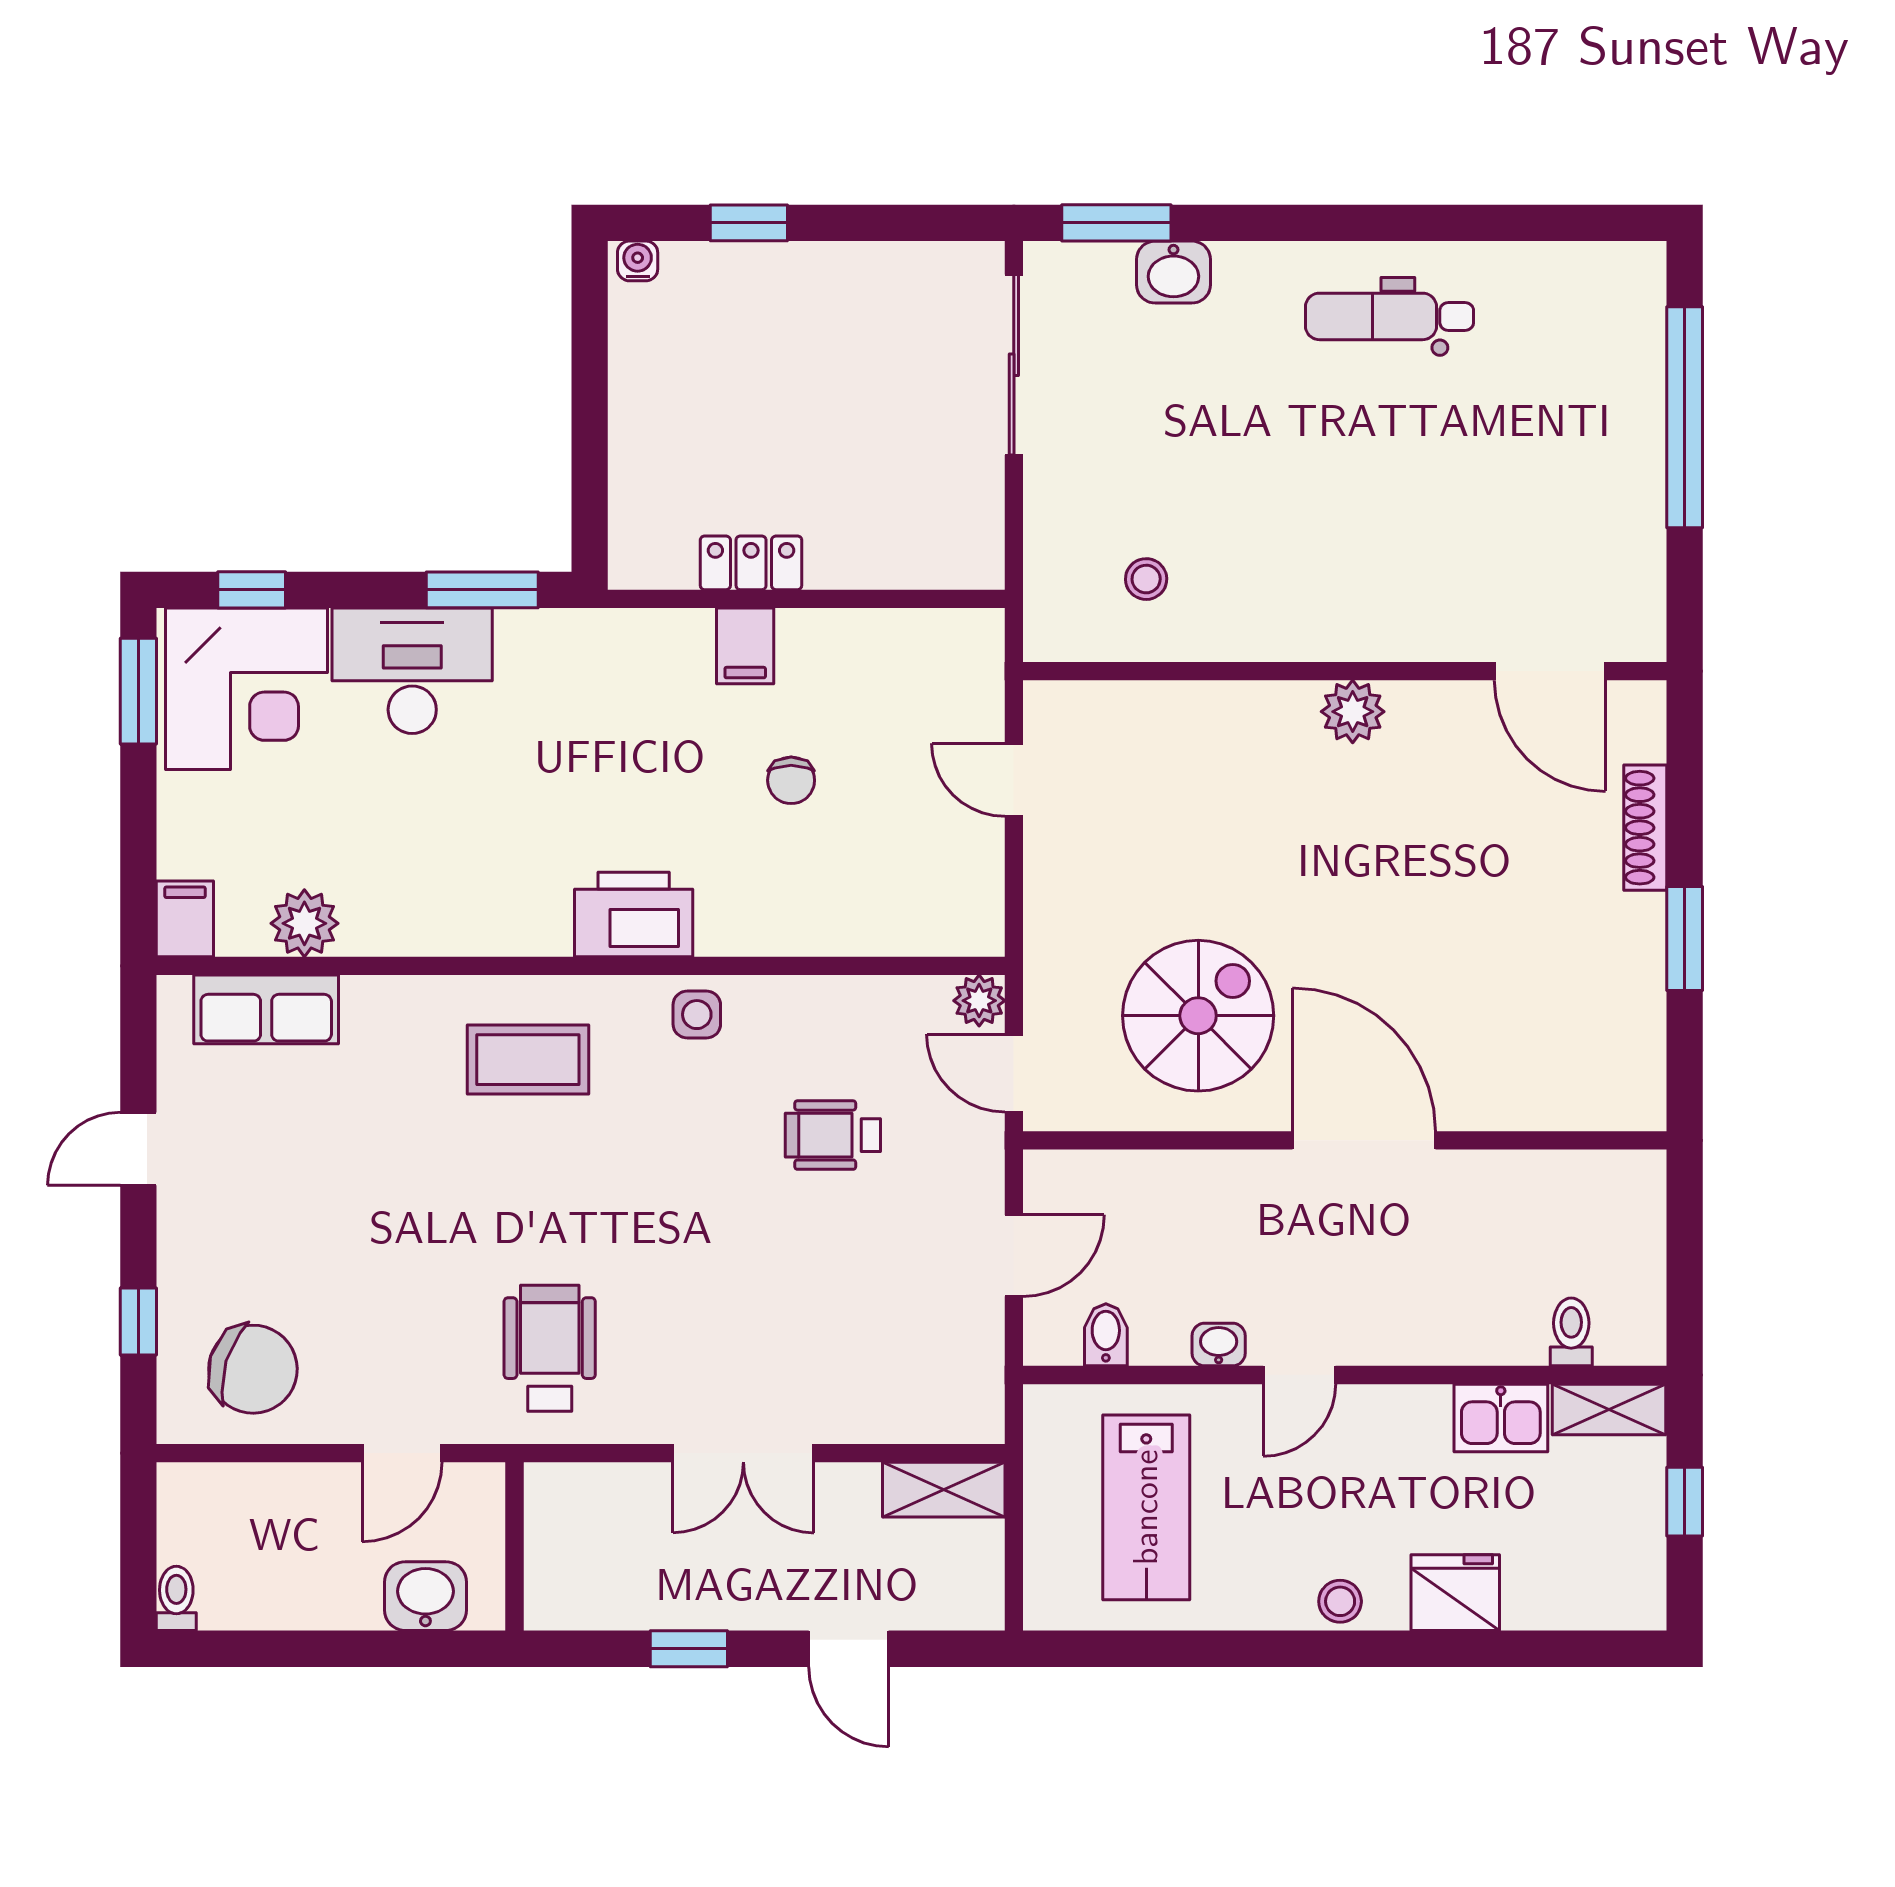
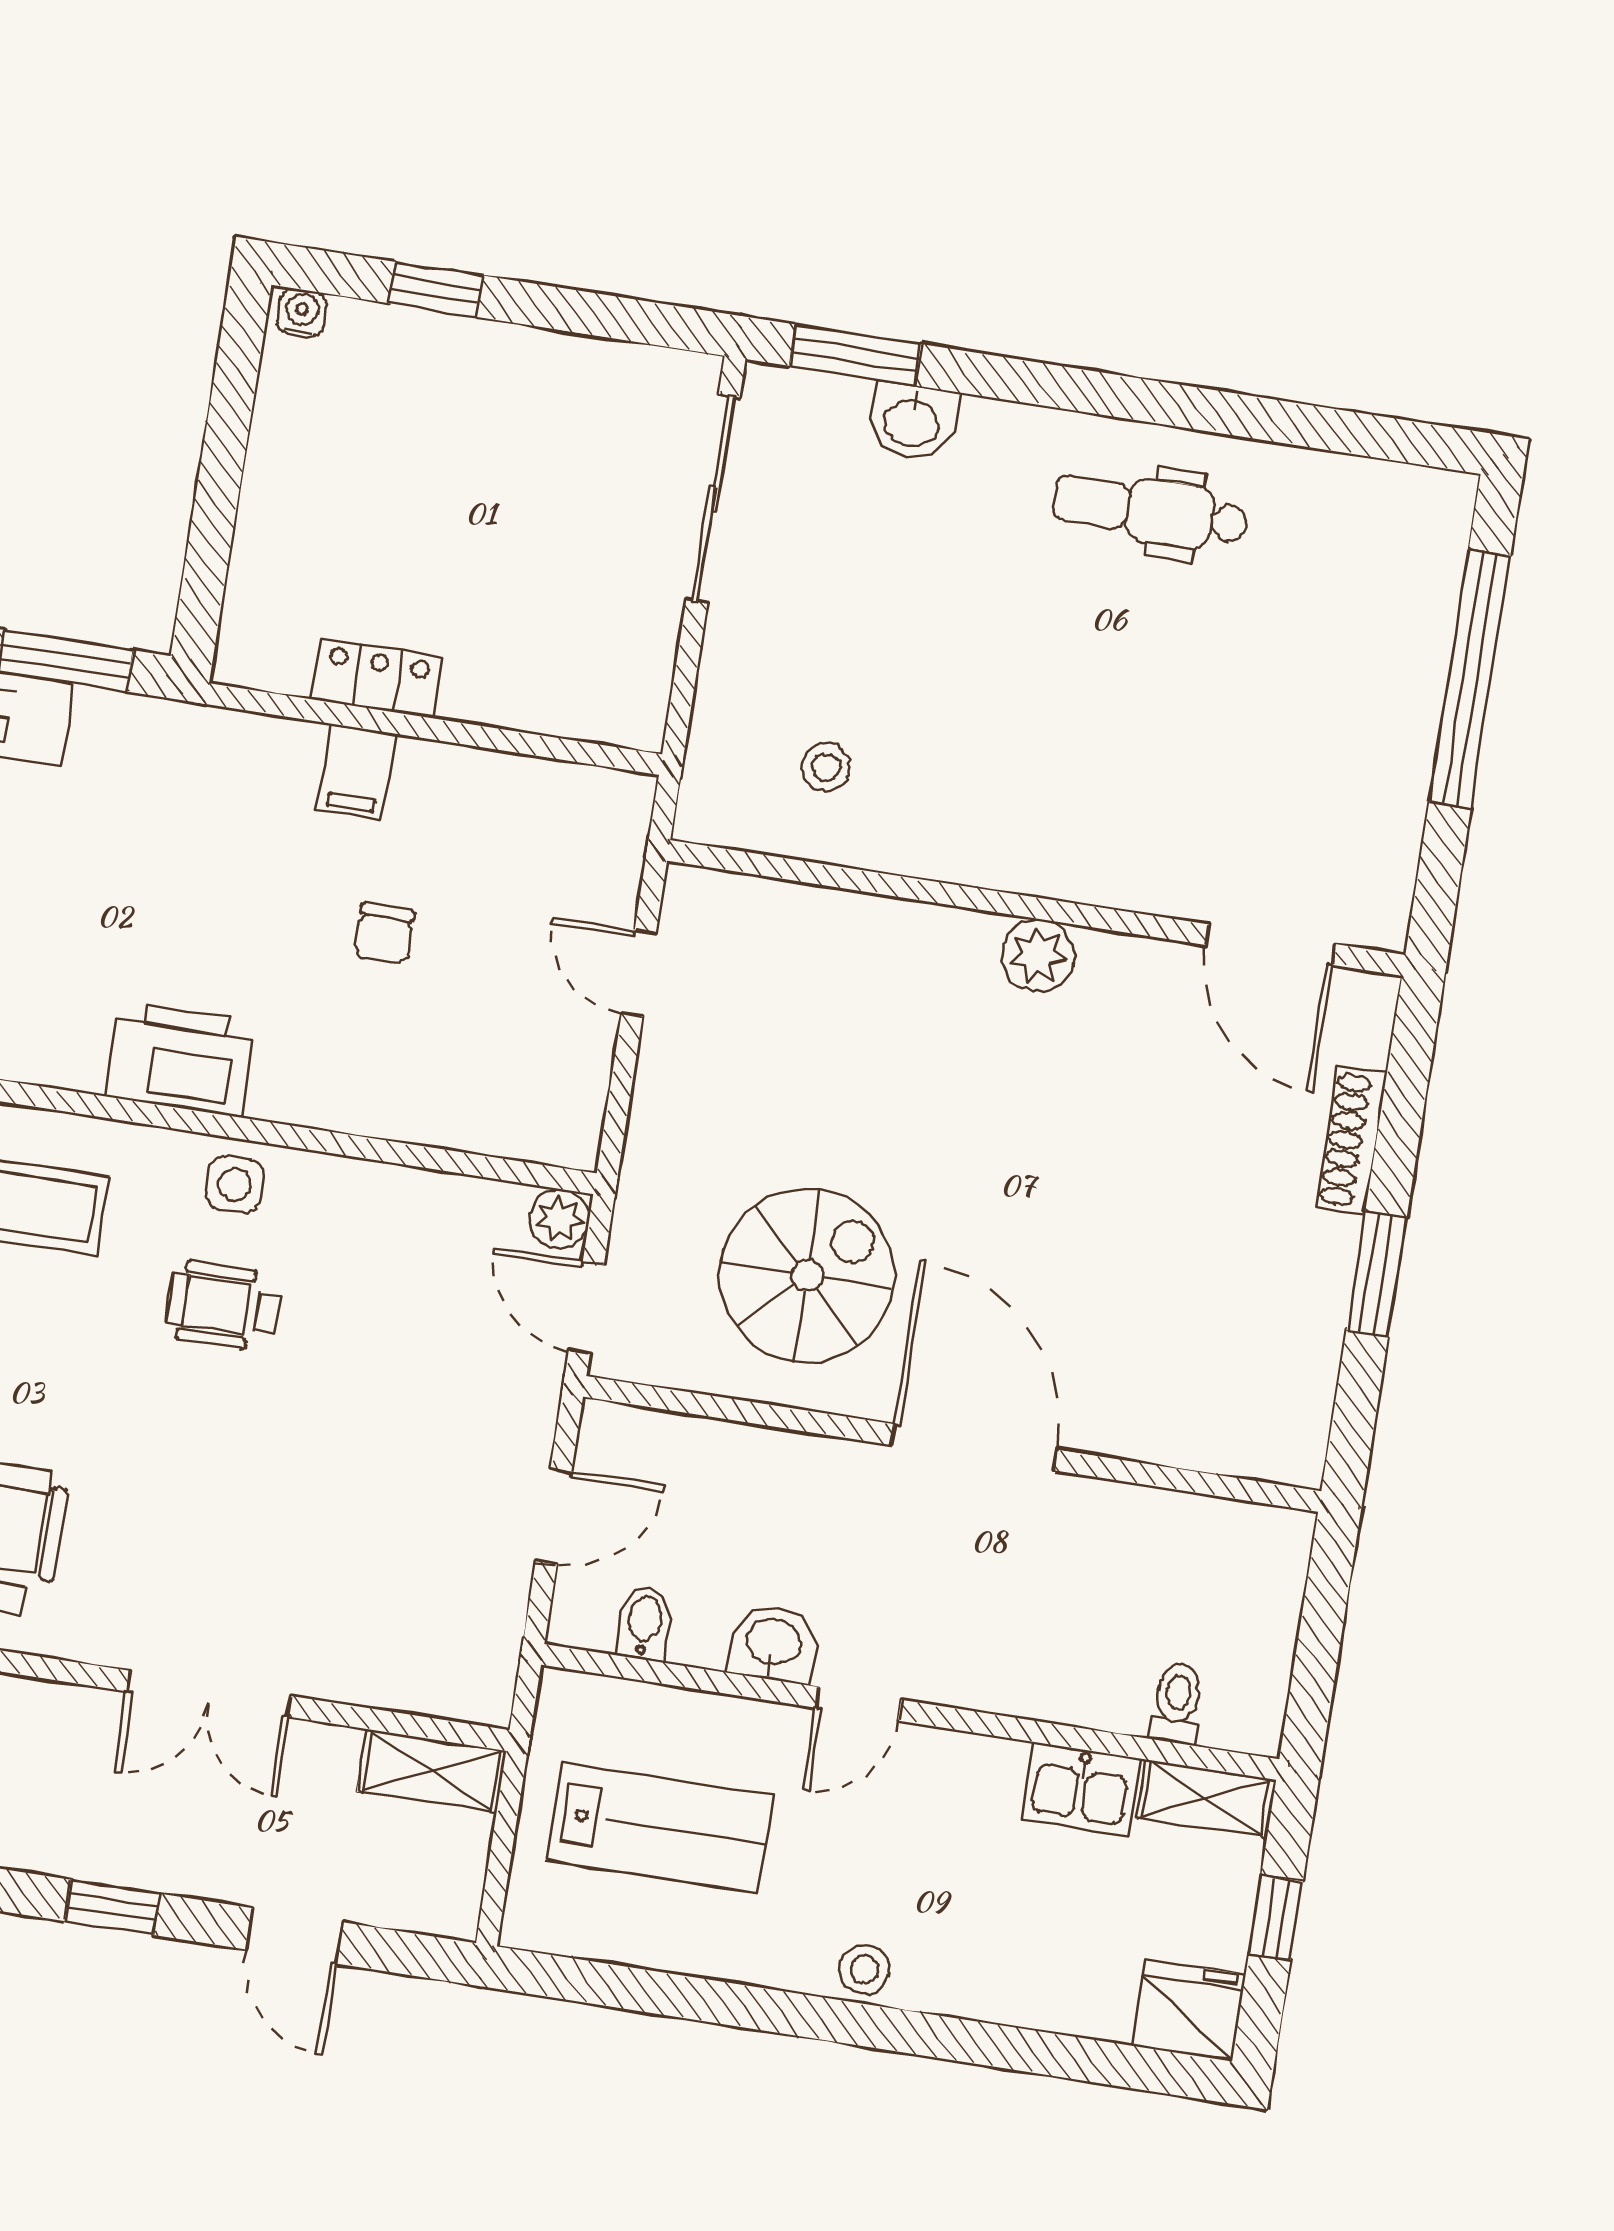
wheelchair: (833, 1135) -> (224, 1306), moved
washbasin: (1219, 1345) -> (773, 1644), width x1.38, depth x1.45
lab bench: (1146, 1507) -> (660, 1828), turned -90
fridge: (1455, 1593) -> (1189, 2010), moved

